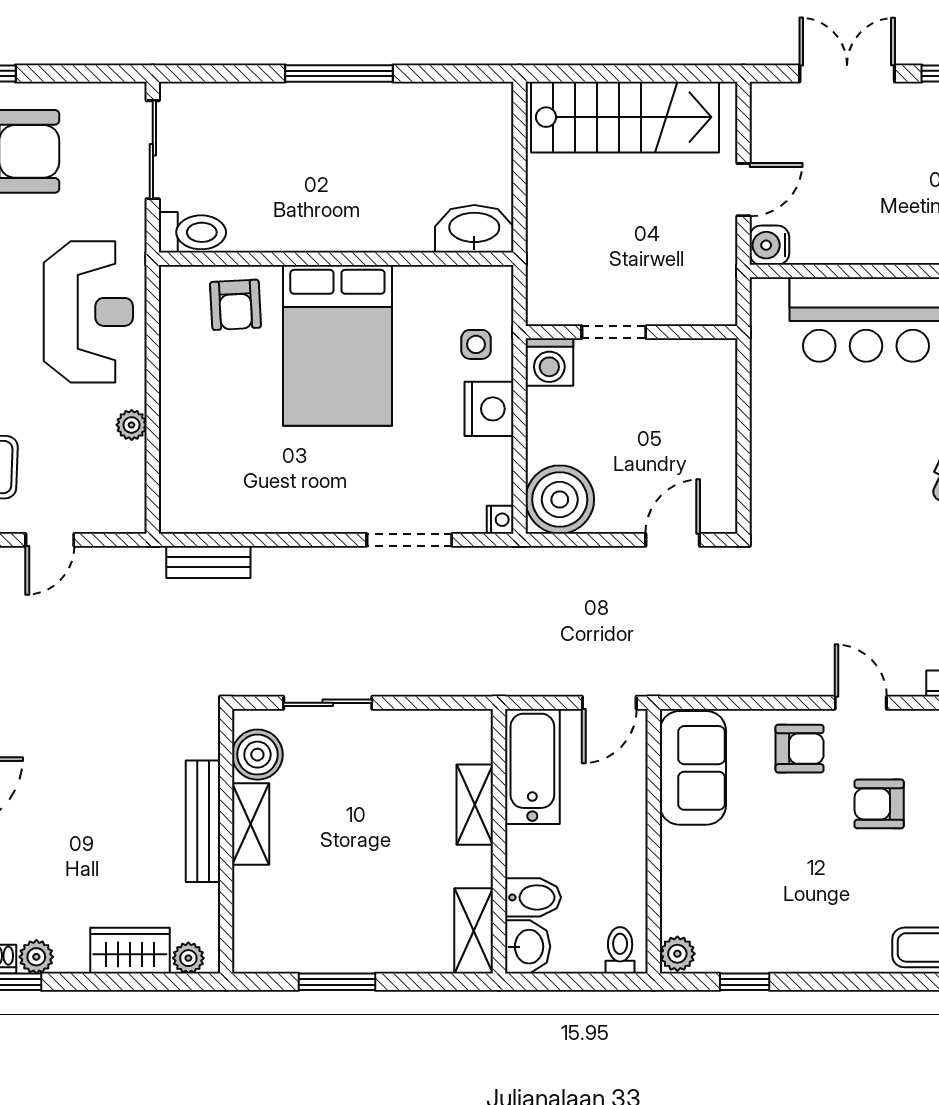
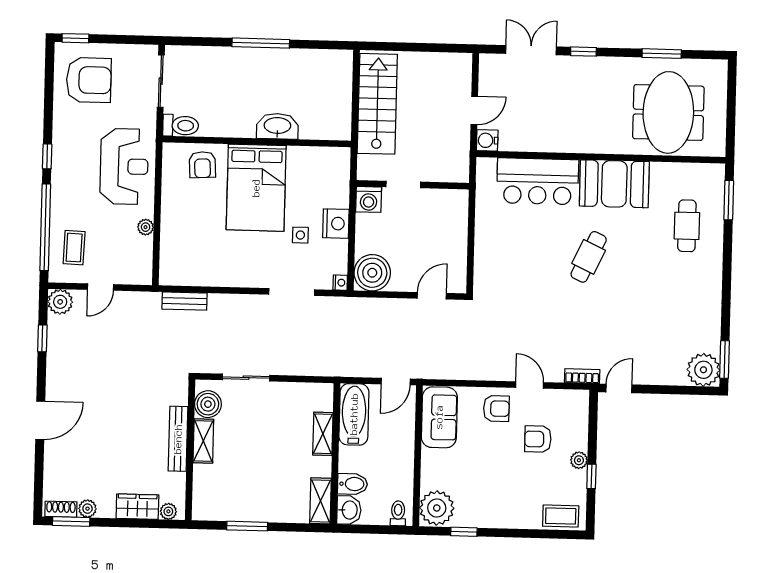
stairs: (625, 117) -> (377, 104), moved, turned -90
washbasin: (474, 229) -> (277, 126), moved
side table: (476, 344) -> (300, 235), moved
plant: (677, 954) -> (437, 508), width x1.88, depth x1.88

